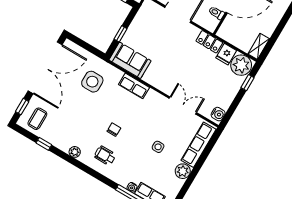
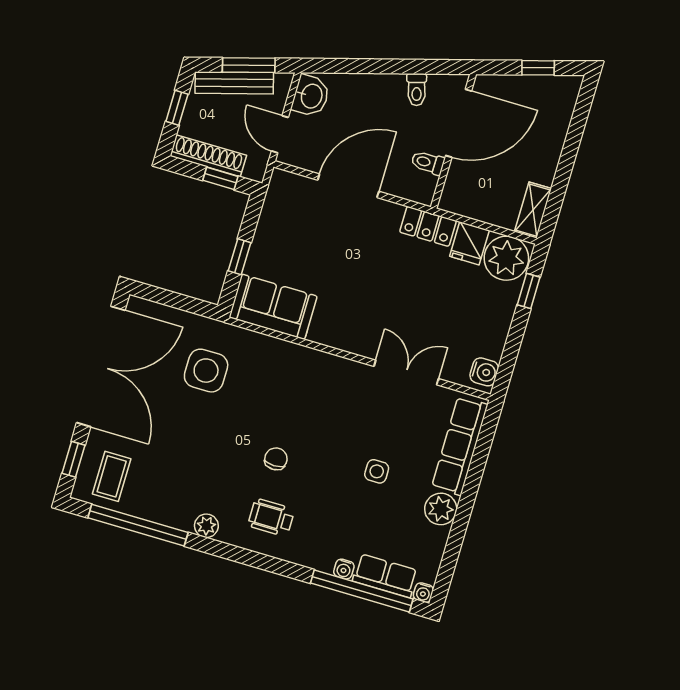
row of seats: (134, 86) -> (295, 358), removed
window: (44, 144) -> (138, 525), width x3.17

